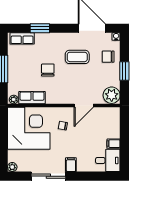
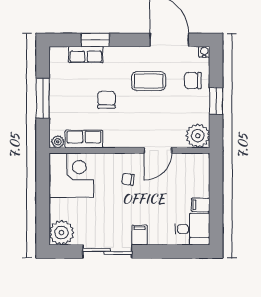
row of seats: (22, 38) -> (86, 54), moved
corner desk: (29, 128) -> (71, 175), width x0.74, depth x0.74
plant: (12, 167) -> (62, 233), width x1.87, depth x1.87

